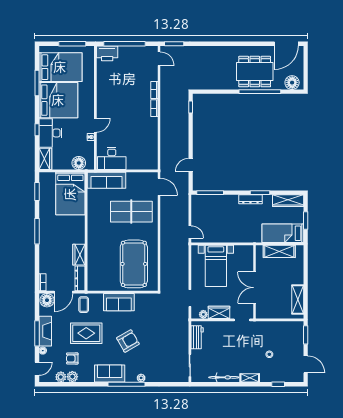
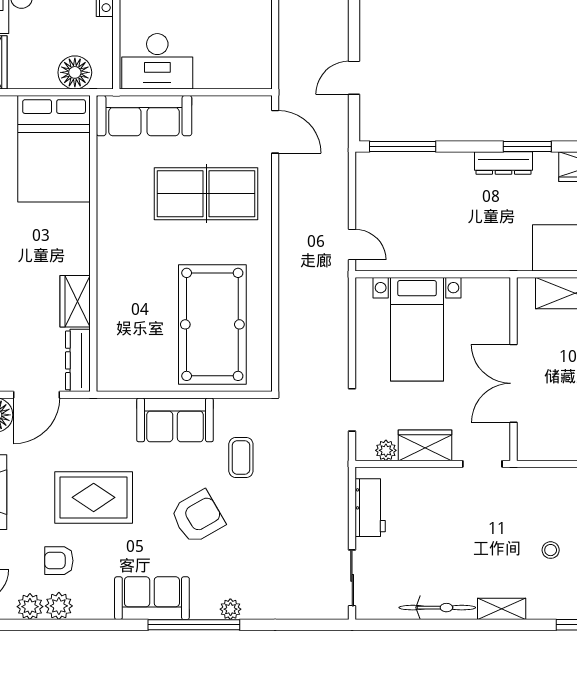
coffee table: (84, 305) -> (241, 458), moved

